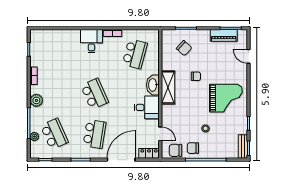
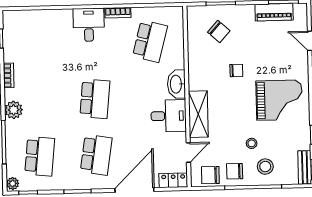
shelving: (168, 87) -> (198, 114), moved
school desk: (95, 94) -> (95, 99), turned 30
school desk: (54, 134) -> (40, 156), turned 30
door: (160, 134) -> (188, 153), hinge flipped
plant: (34, 137) -> (13, 184), moved
stool: (215, 145) -> (265, 167), added

